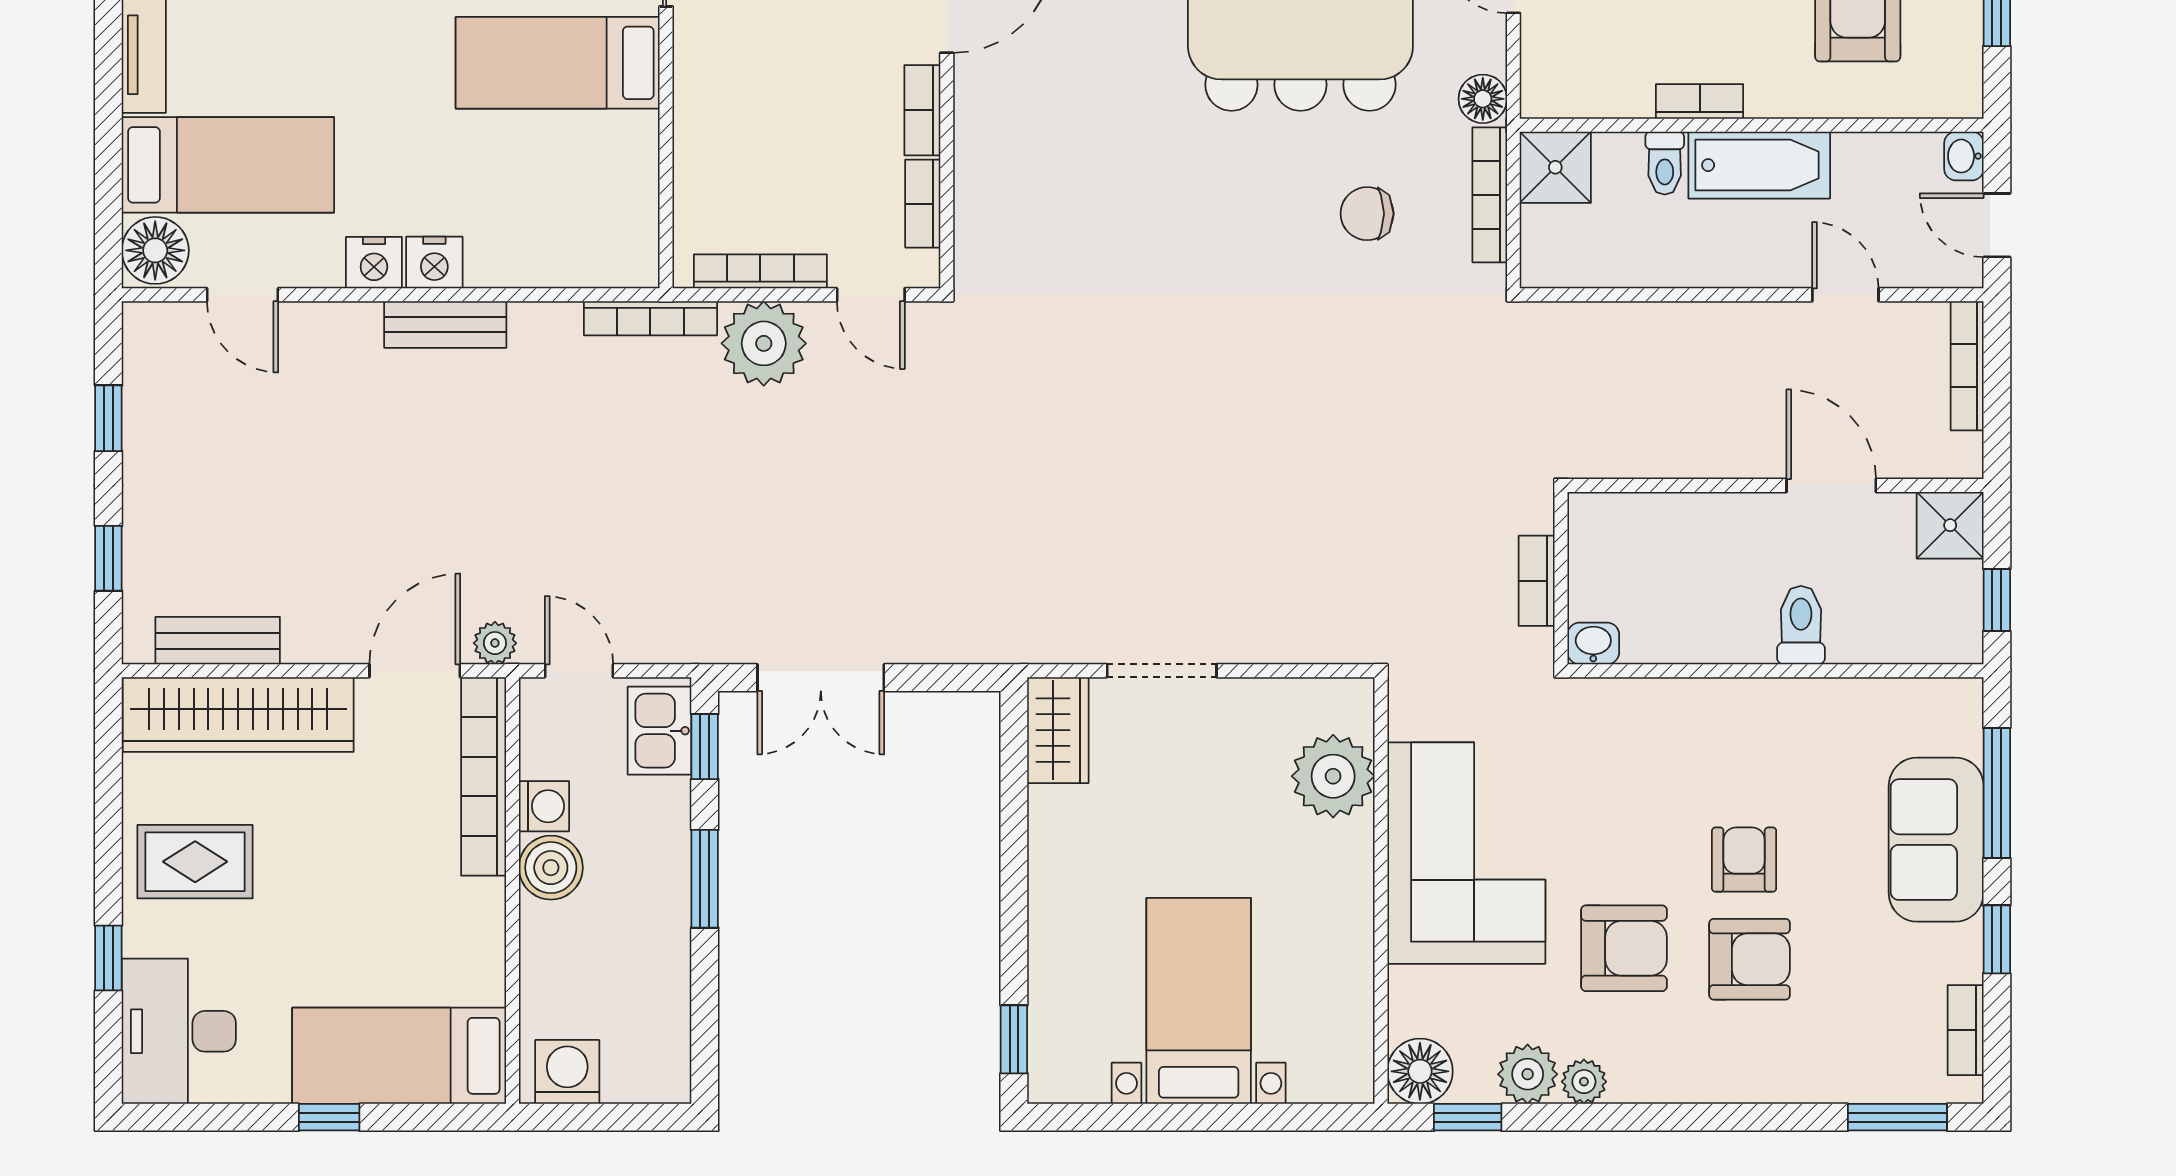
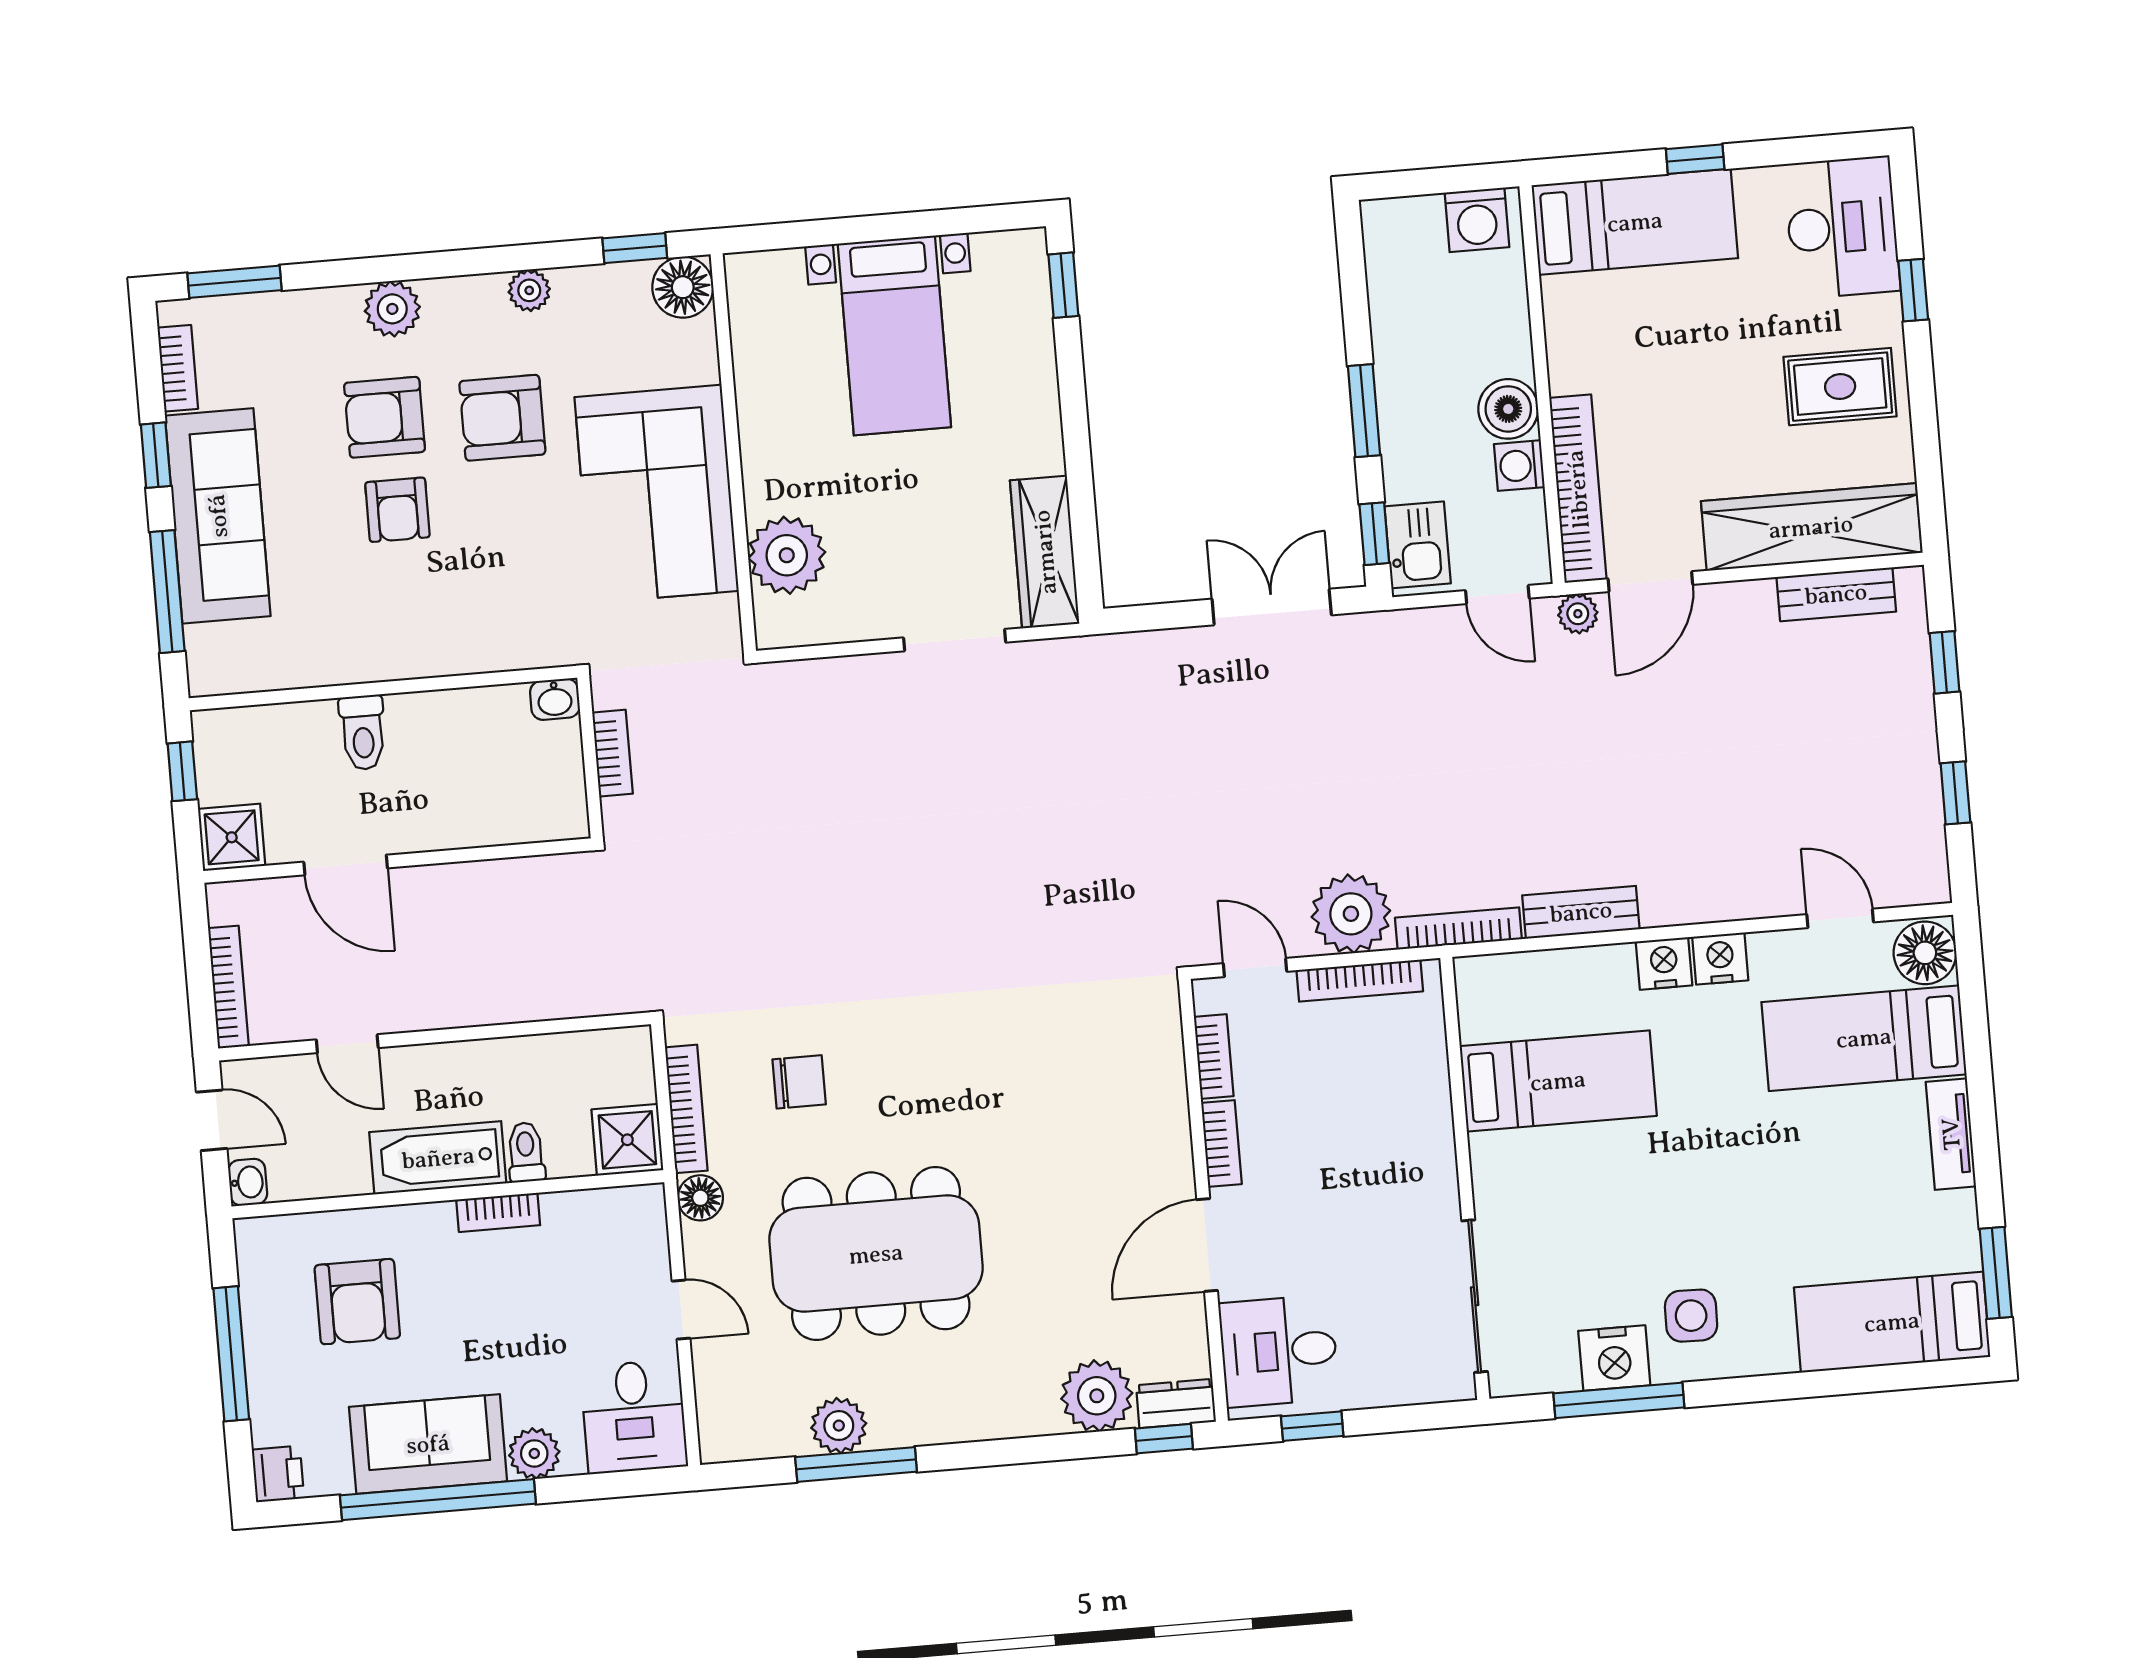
bed: (558, 63) -> (1558, 1081), moved
bench: (445, 324) -> (1581, 912), moved
wardrobe: (1058, 730) -> (1045, 552), width x1.50
sofa: (1936, 840) -> (218, 516), width x1.36
plant: (1528, 1074) -> (392, 309), moved

